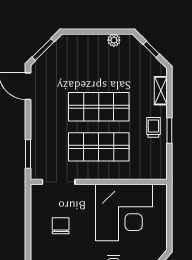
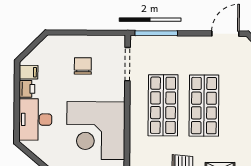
window: (28, 154) -> (156, 33), width x1.44
chair: (61, 226) -> (83, 66), turned -90

